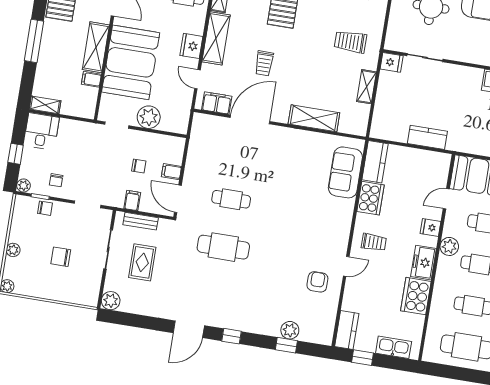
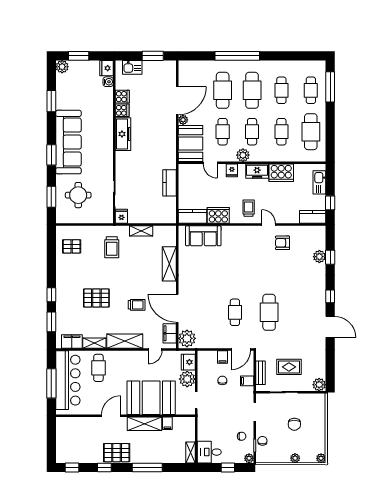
fridge: (191, 46) -> (188, 362), moved, turned 90
plant: (206, 126) -> (187, 338), added

